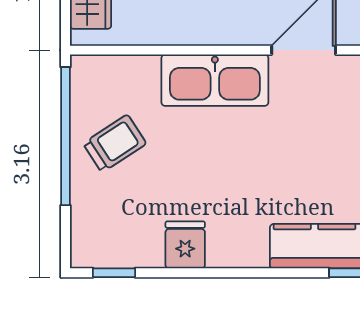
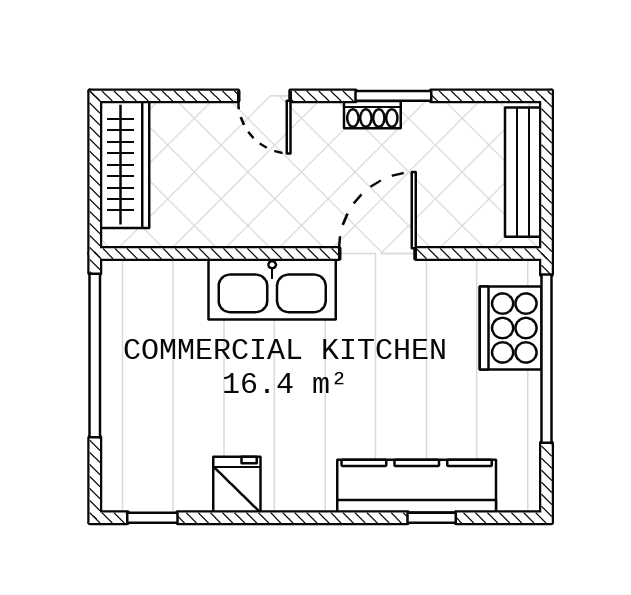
trolley: (115, 143) -> (153, 364), removed

